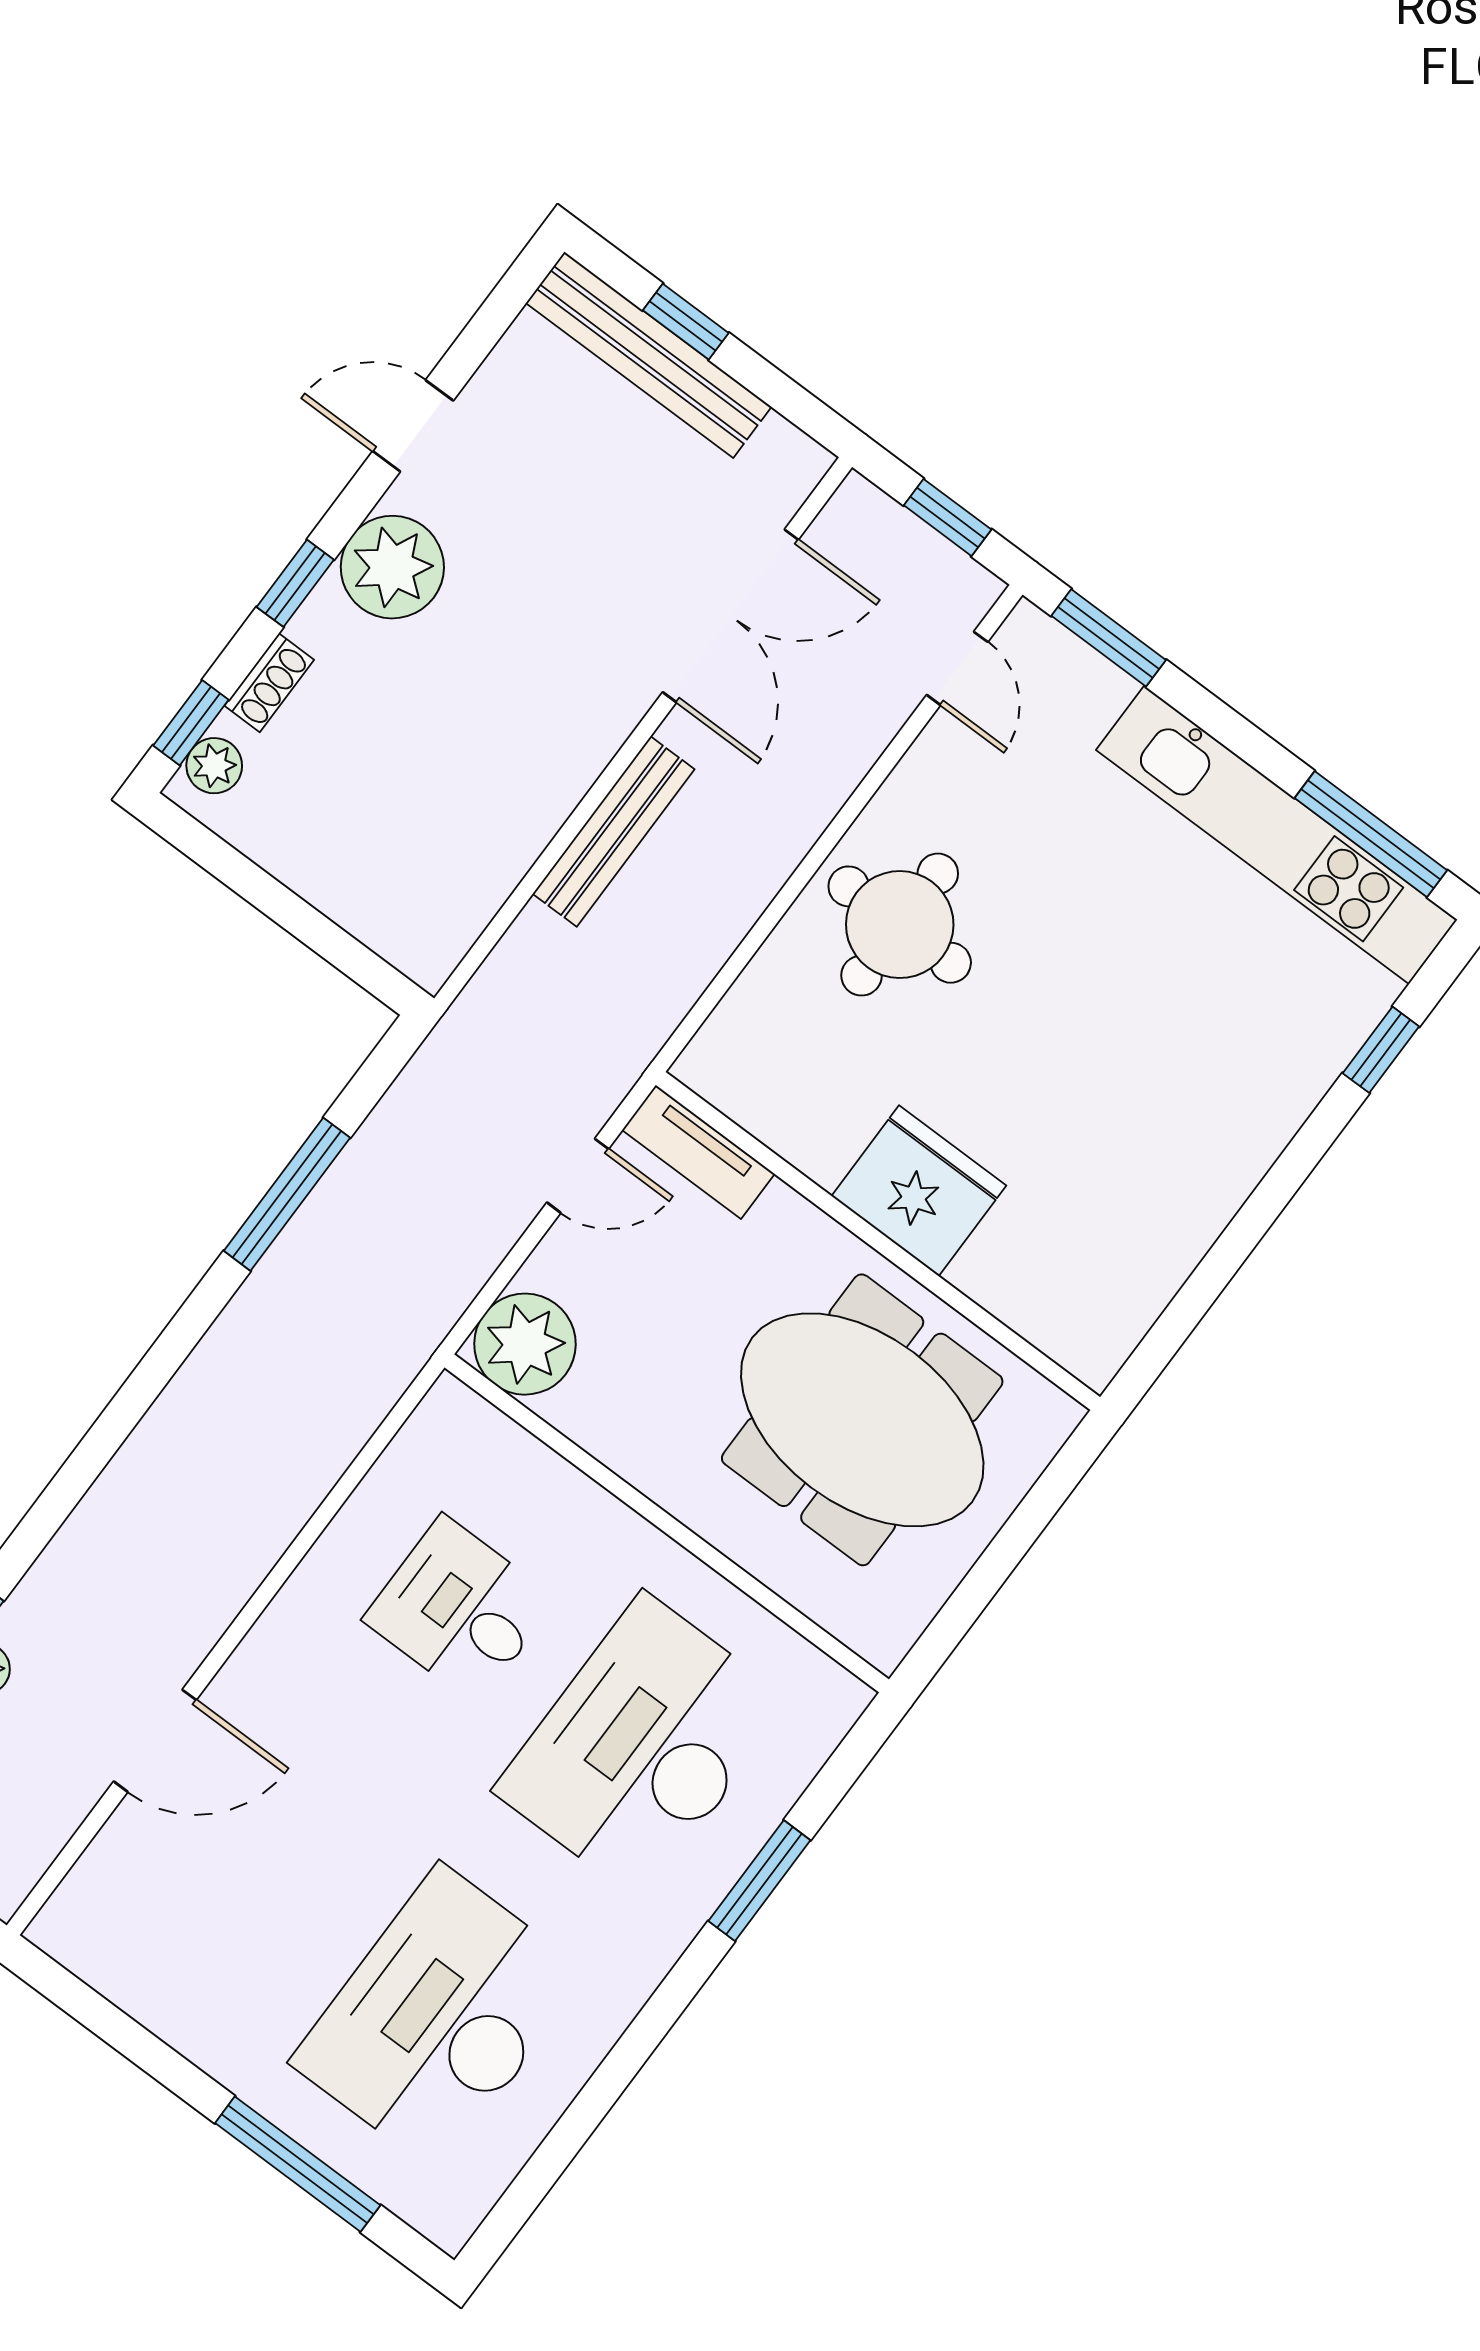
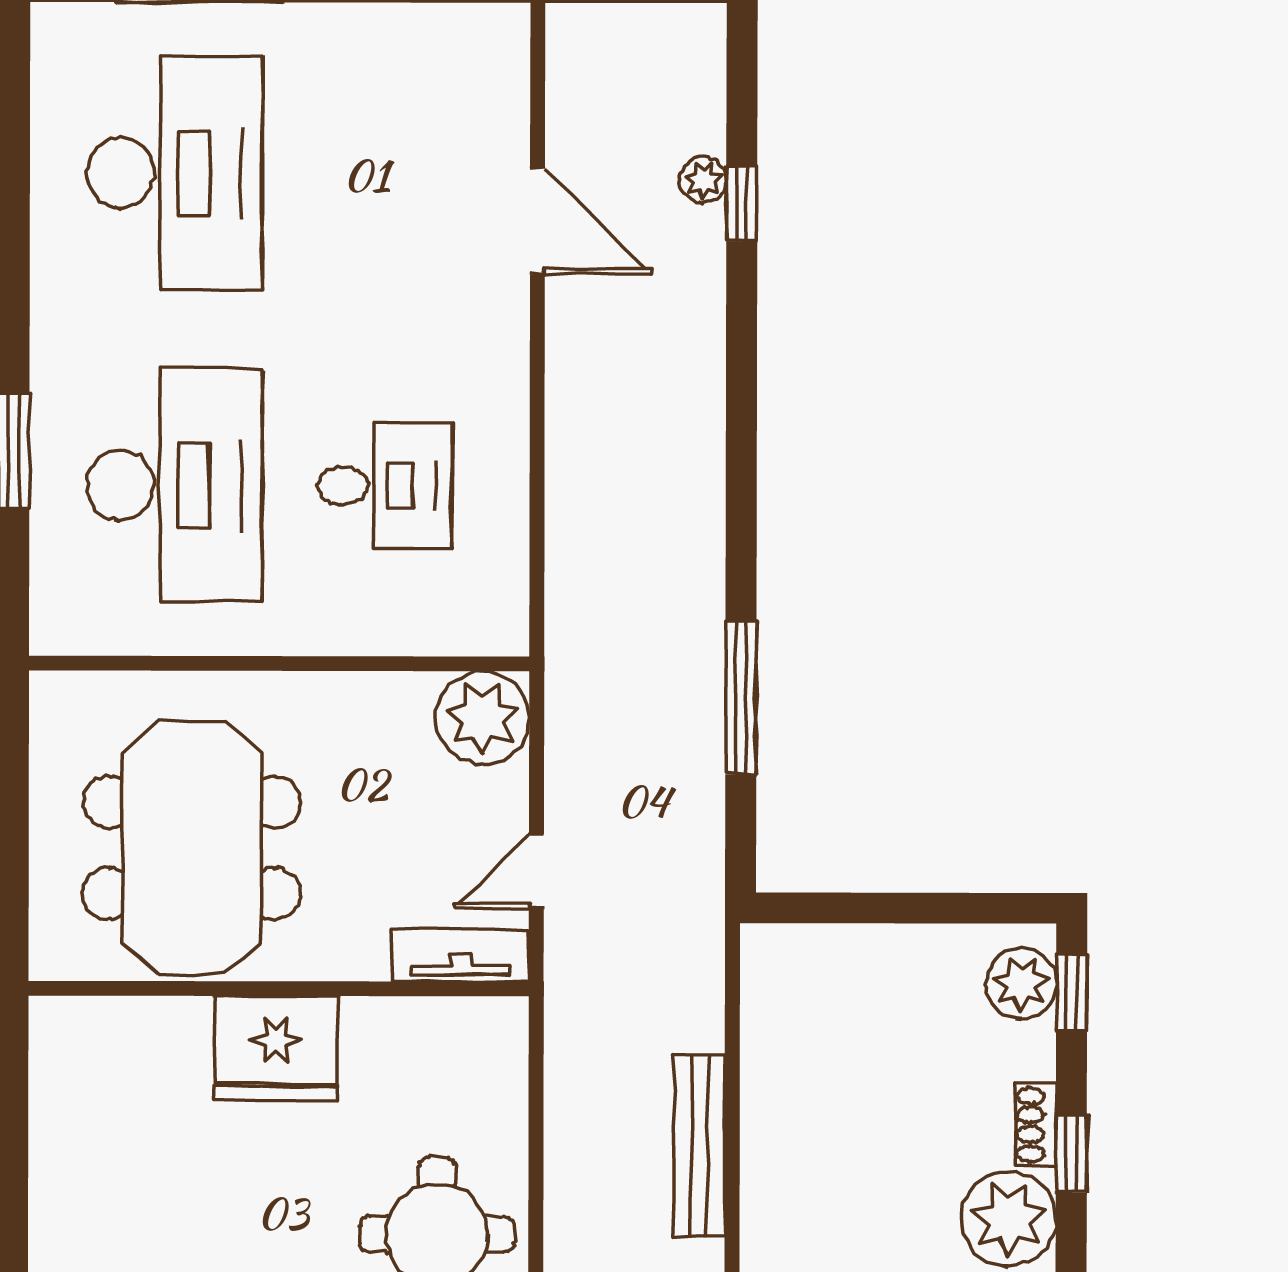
shoe rack: (269, 683) -> (1036, 1125), moved
plant: (214, 766) -> (1021, 984), width x1.38, depth x1.38
meeting table: (862, 1420) -> (192, 848), turned 90
door: (155, 1741) -> (537, 221), swing flipped

